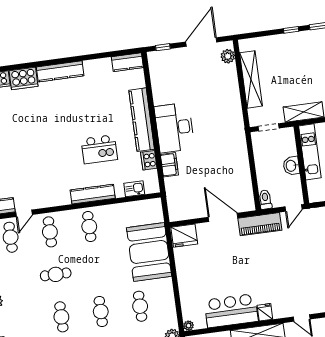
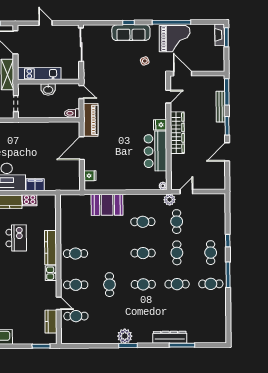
kitchen sink: (134, 189) -> (51, 273), moved
fridge: (184, 236) -> (90, 176), width x0.53, depth x0.75
booth: (149, 252) -> (107, 205), width x0.73, depth x0.70

